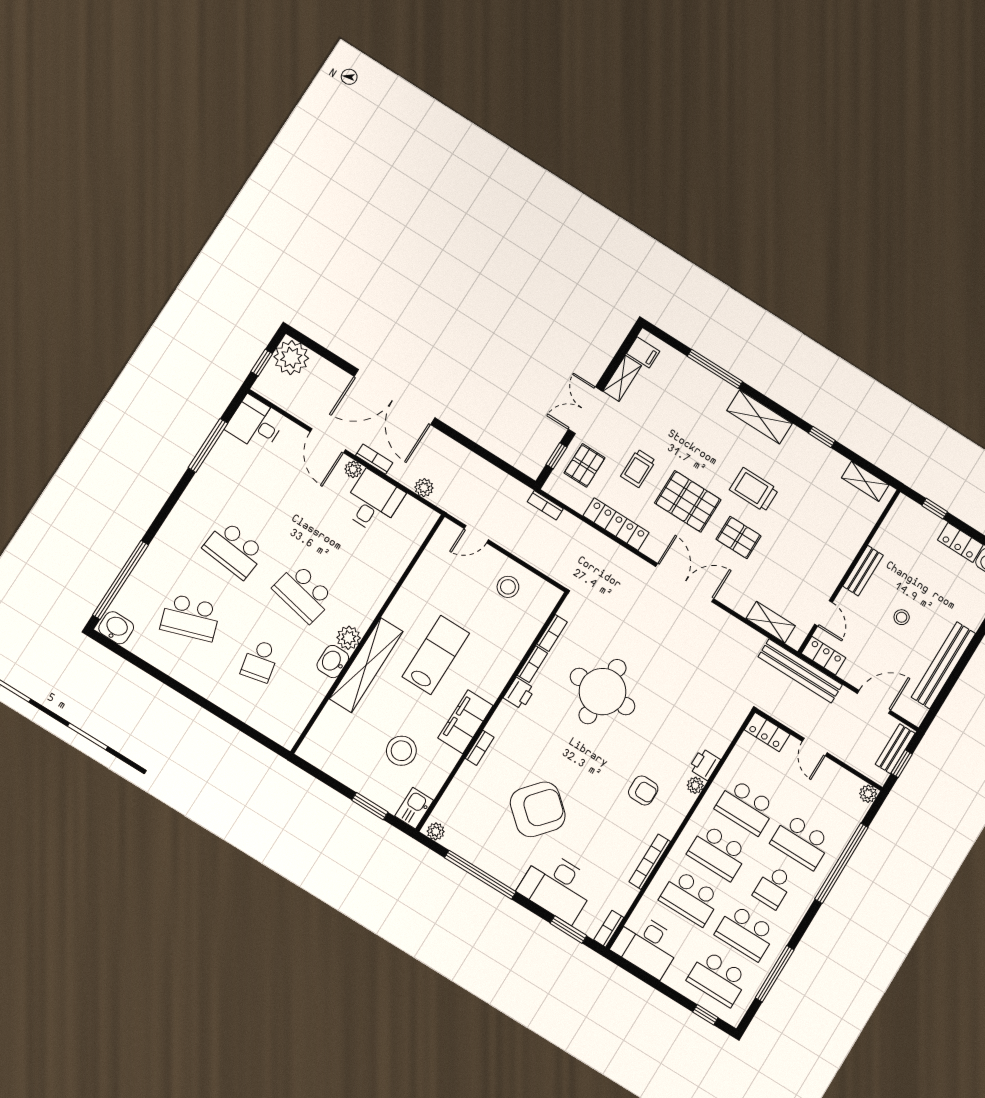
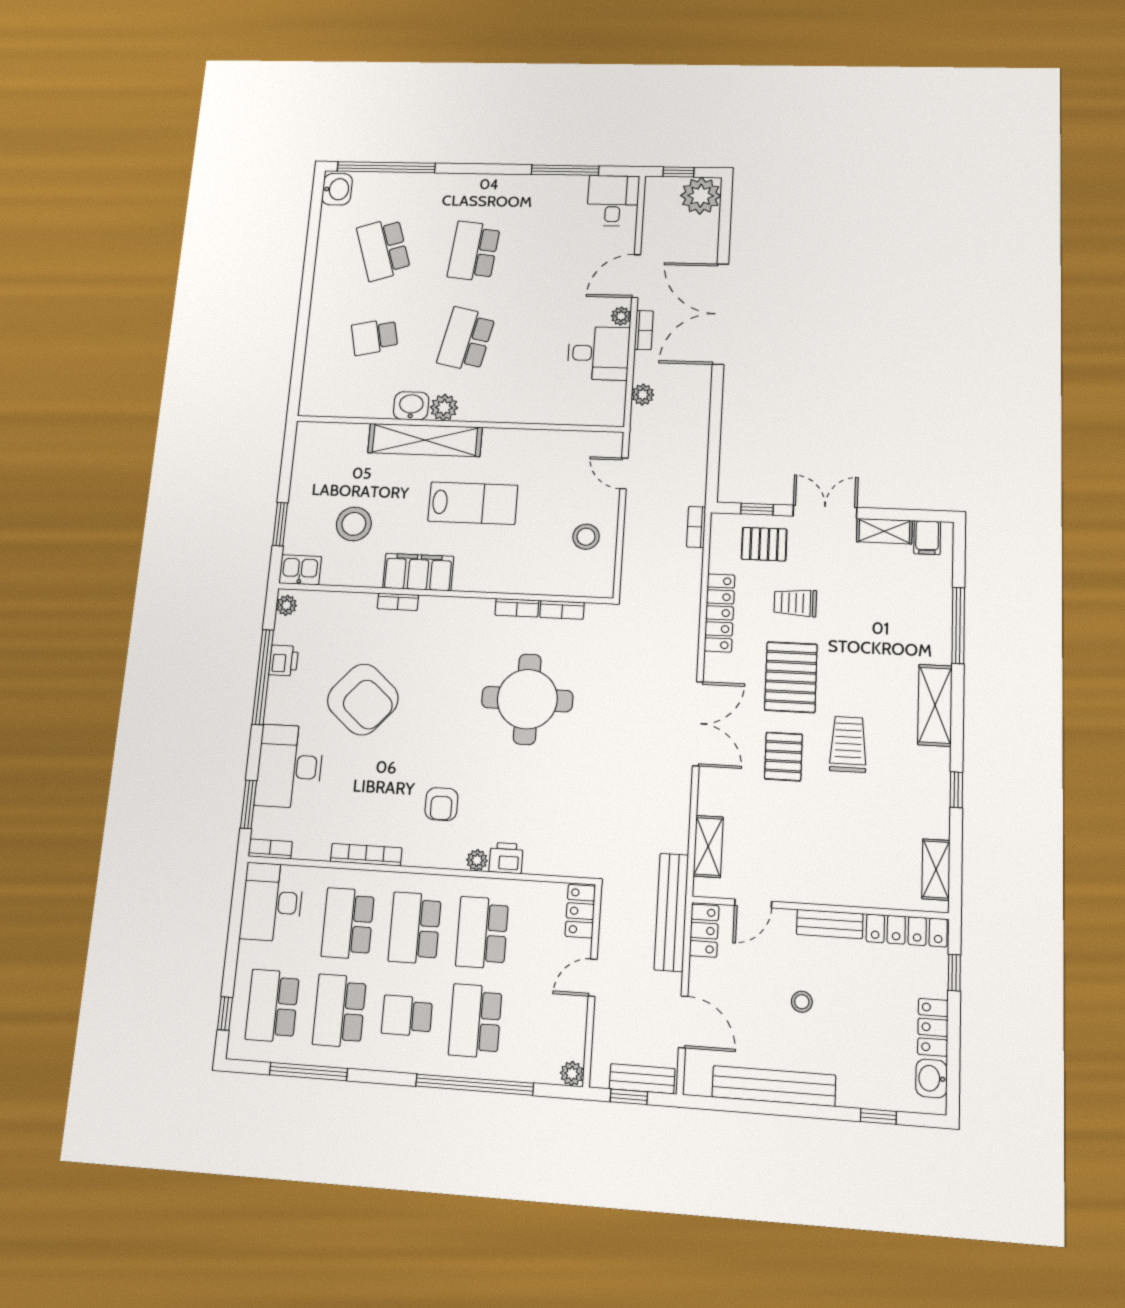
locker: (893, 523) -> (907, 930), added
printer: (519, 693) -> (284, 660), moved, turned -90

